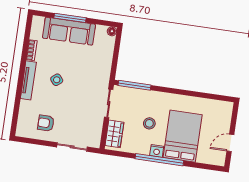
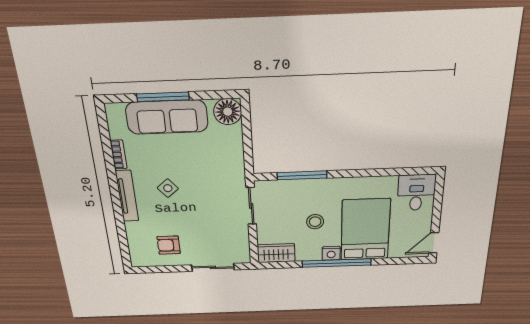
floor lamp: (112, 31) -> (228, 112), width x1.89, depth x1.89
window: (135, 85) -> (302, 175), moved
desk: (220, 114) -> (416, 193), added
wardrobe: (114, 134) -> (276, 253), moved, turned -90
door: (230, 143) -> (434, 243), moved

